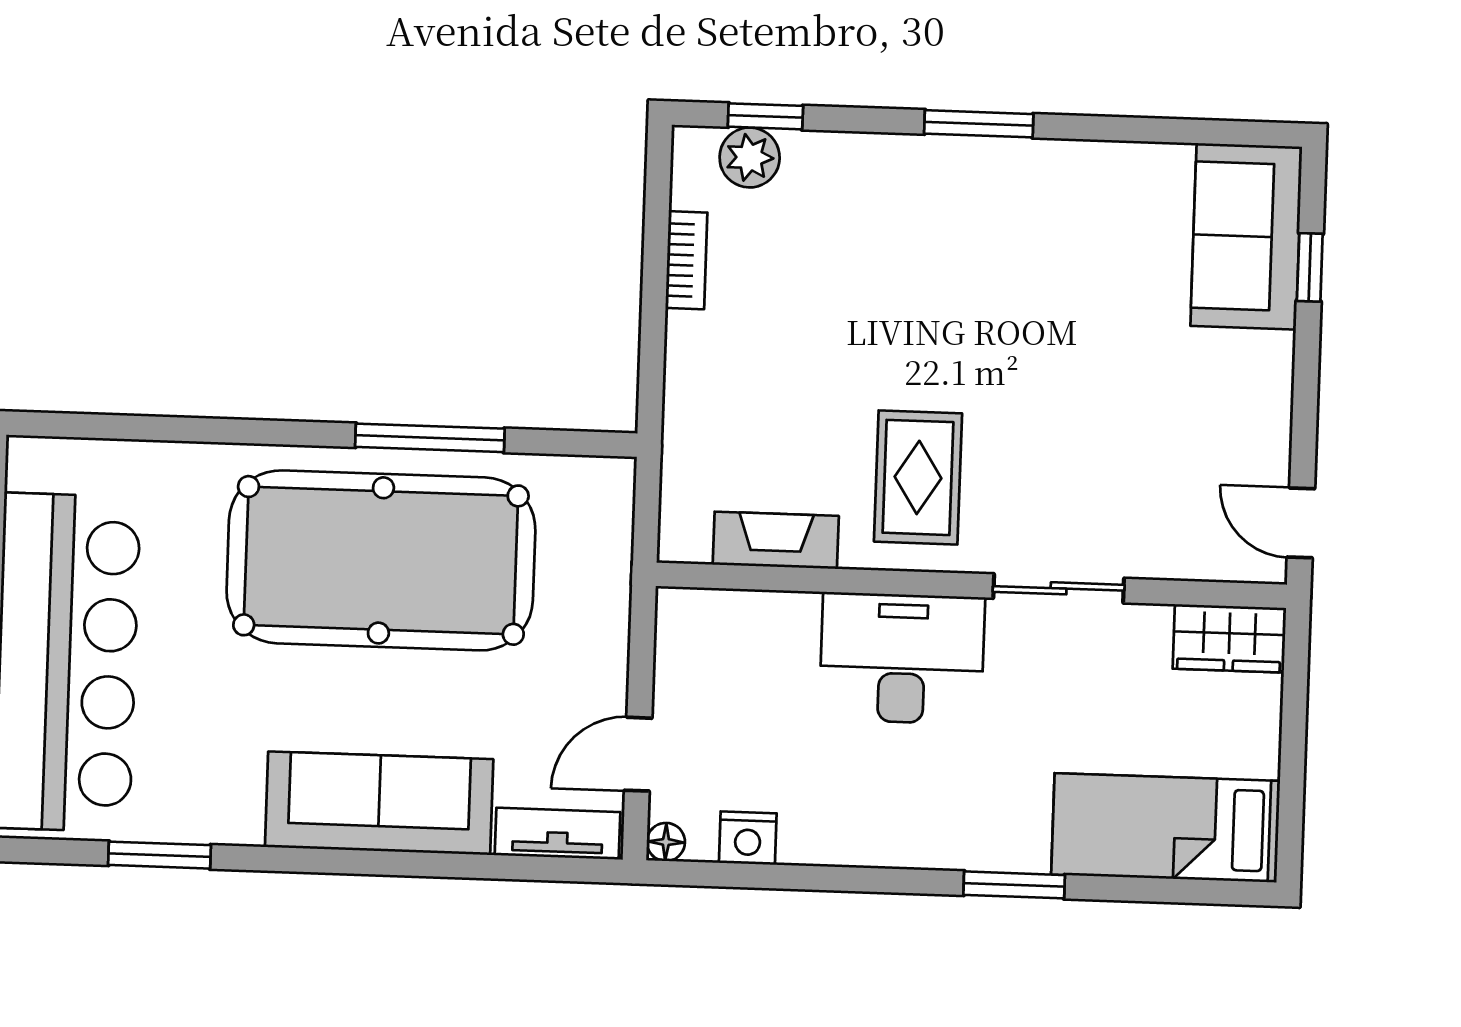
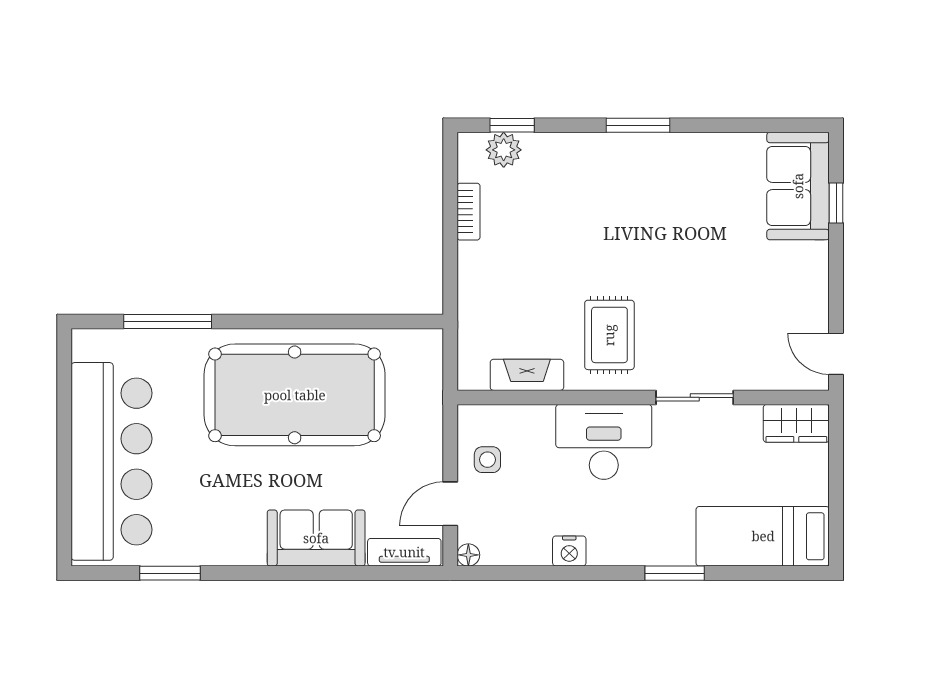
window: (430, 438) -> (168, 322), moved
side table: (704, 682) -> (487, 460), added
sofa: (379, 803) -> (316, 538), width x0.73
nightstand: (748, 838) -> (569, 551), moved

